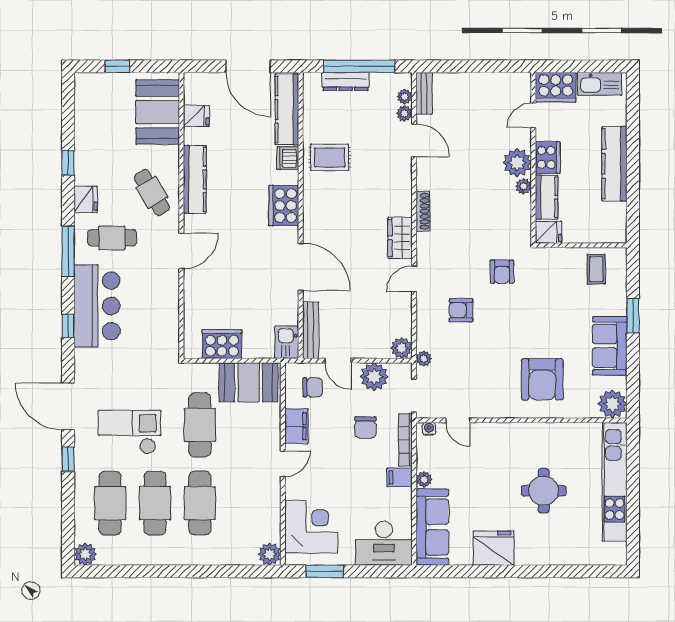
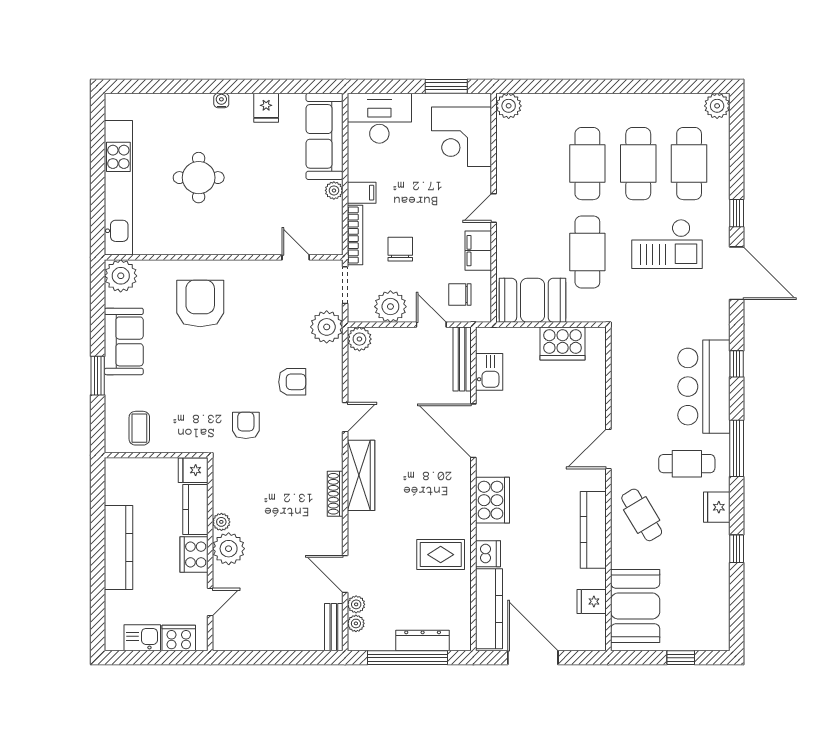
kitchen sink: (599, 84) -> (142, 638), width x0.73
cooker: (556, 87) -> (179, 638), width x0.73, depth x0.76
wardrobe: (400, 238) -> (361, 475), width x1.50
kitchen sink: (287, 342) -> (489, 372), moved
plant: (424, 359) -> (327, 327), width x1.88, depth x1.88
water cooler: (429, 429) -> (221, 100), moved, turned 180
fridge: (494, 548) -> (266, 108), width x0.53, depth x0.75

